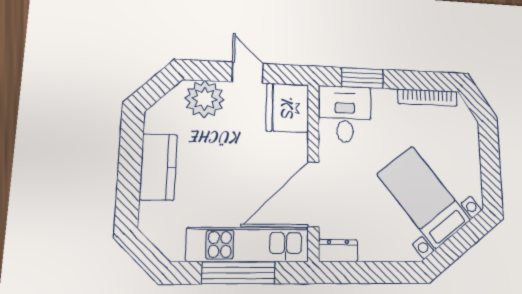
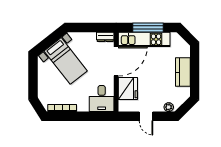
window: (362, 78) -> (93, 116), removed
plant: (205, 99) -> (169, 107), width x0.53, depth x0.53
fridge: (287, 108) -> (128, 88), moved

